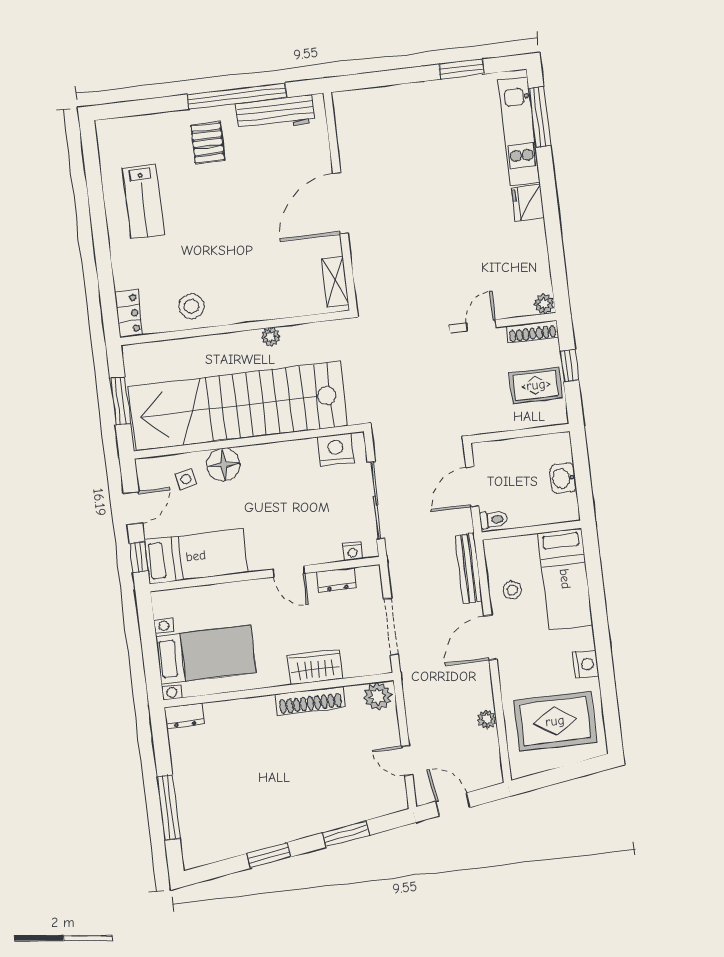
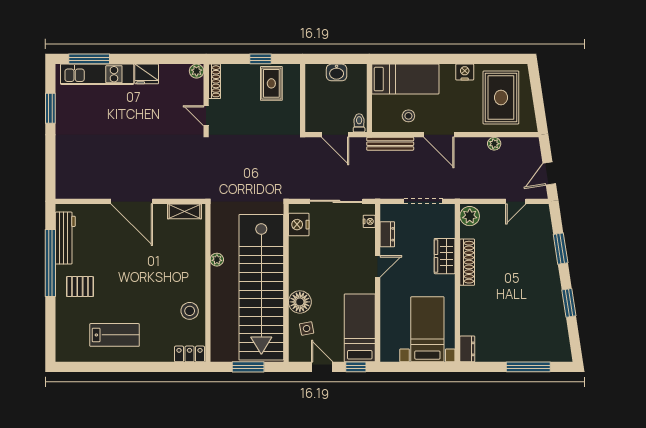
plant: (544, 304) -> (197, 71), moved
wall: (507, 322) -> (206, 98), moved
door: (481, 325) -> (206, 116), moved
shoe rack: (532, 332) -> (215, 81), moved

